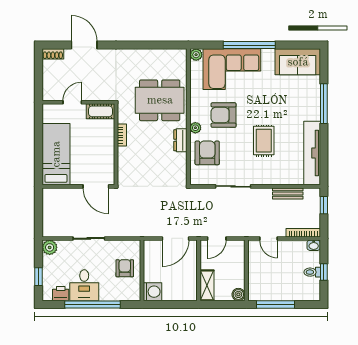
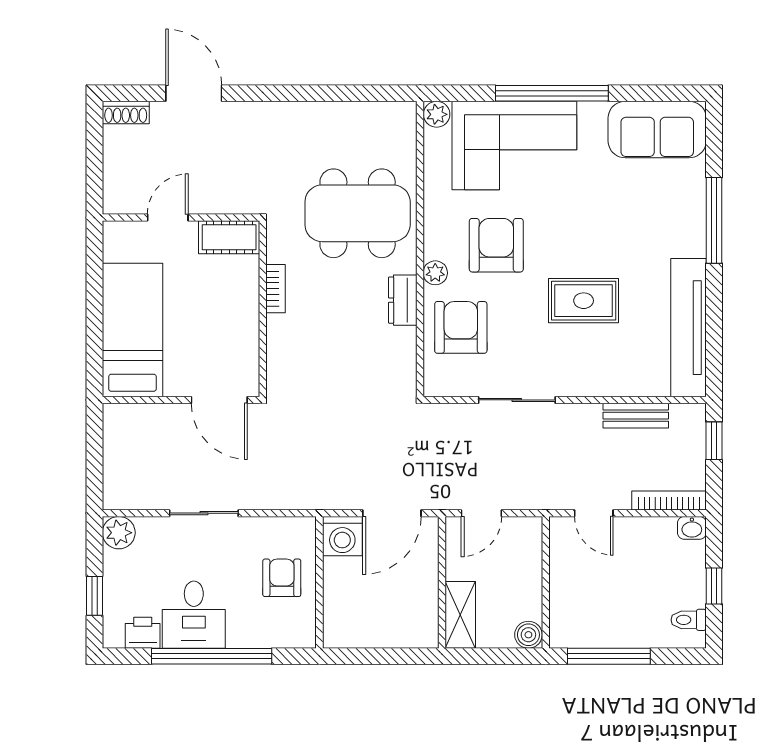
armchair: (224, 115) -> (496, 245), turned 90
rug: (264, 141) -> (584, 301), turned 90
toilet: (312, 272) -> (689, 620), moved
washing machine: (153, 292) -> (342, 536), moved, turned 90

